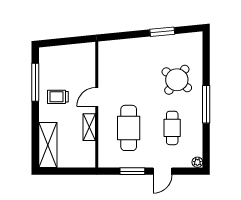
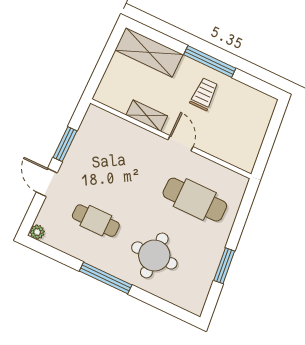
round table: (177, 80) -> (154, 255), turned -37
window: (35, 82) -> (210, 61), moved
cafe table: (129, 128) -> (195, 200), moved

